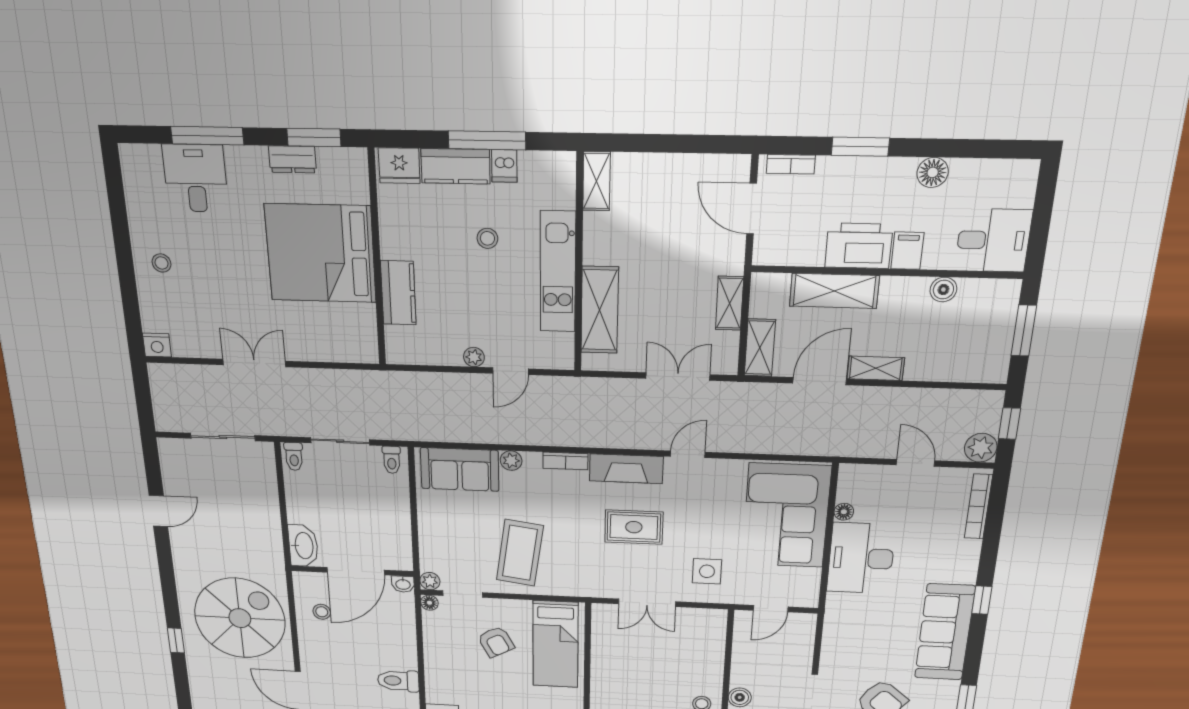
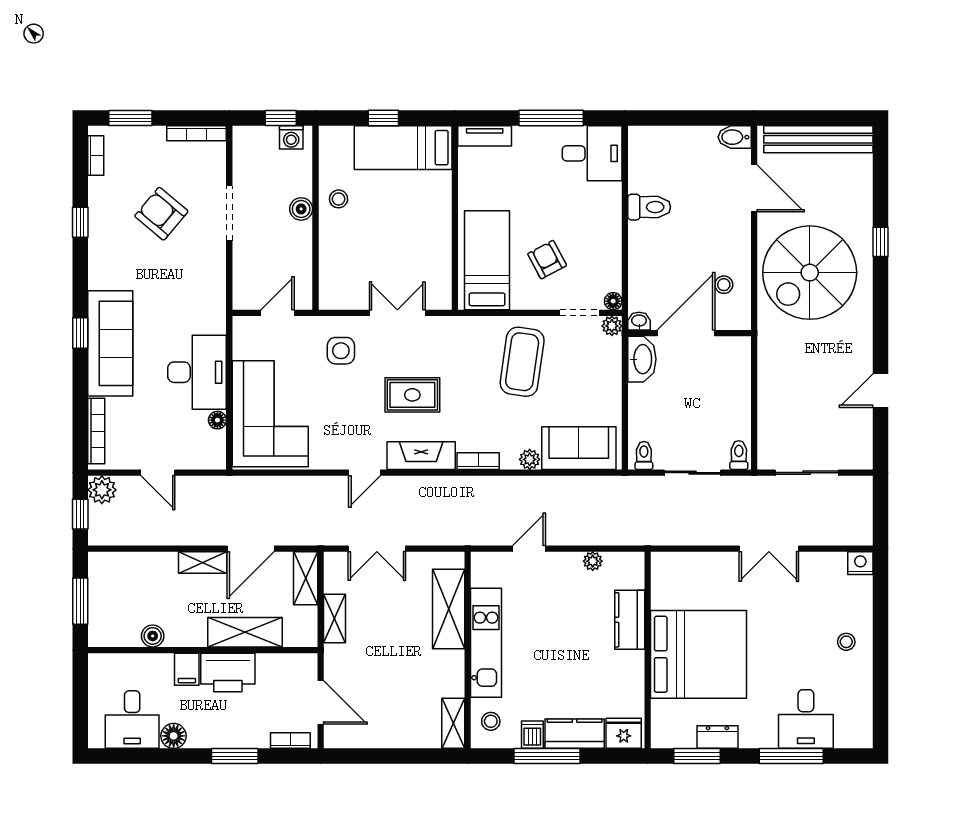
stool: (487, 238) -> (491, 721), moved
desk: (993, 240) -> (132, 720), moved, turned -90
plant: (474, 357) -> (593, 561), moved
washbasin: (303, 546) -> (642, 359), moved, turned 180
sofa: (945, 632) -> (110, 343), moved

